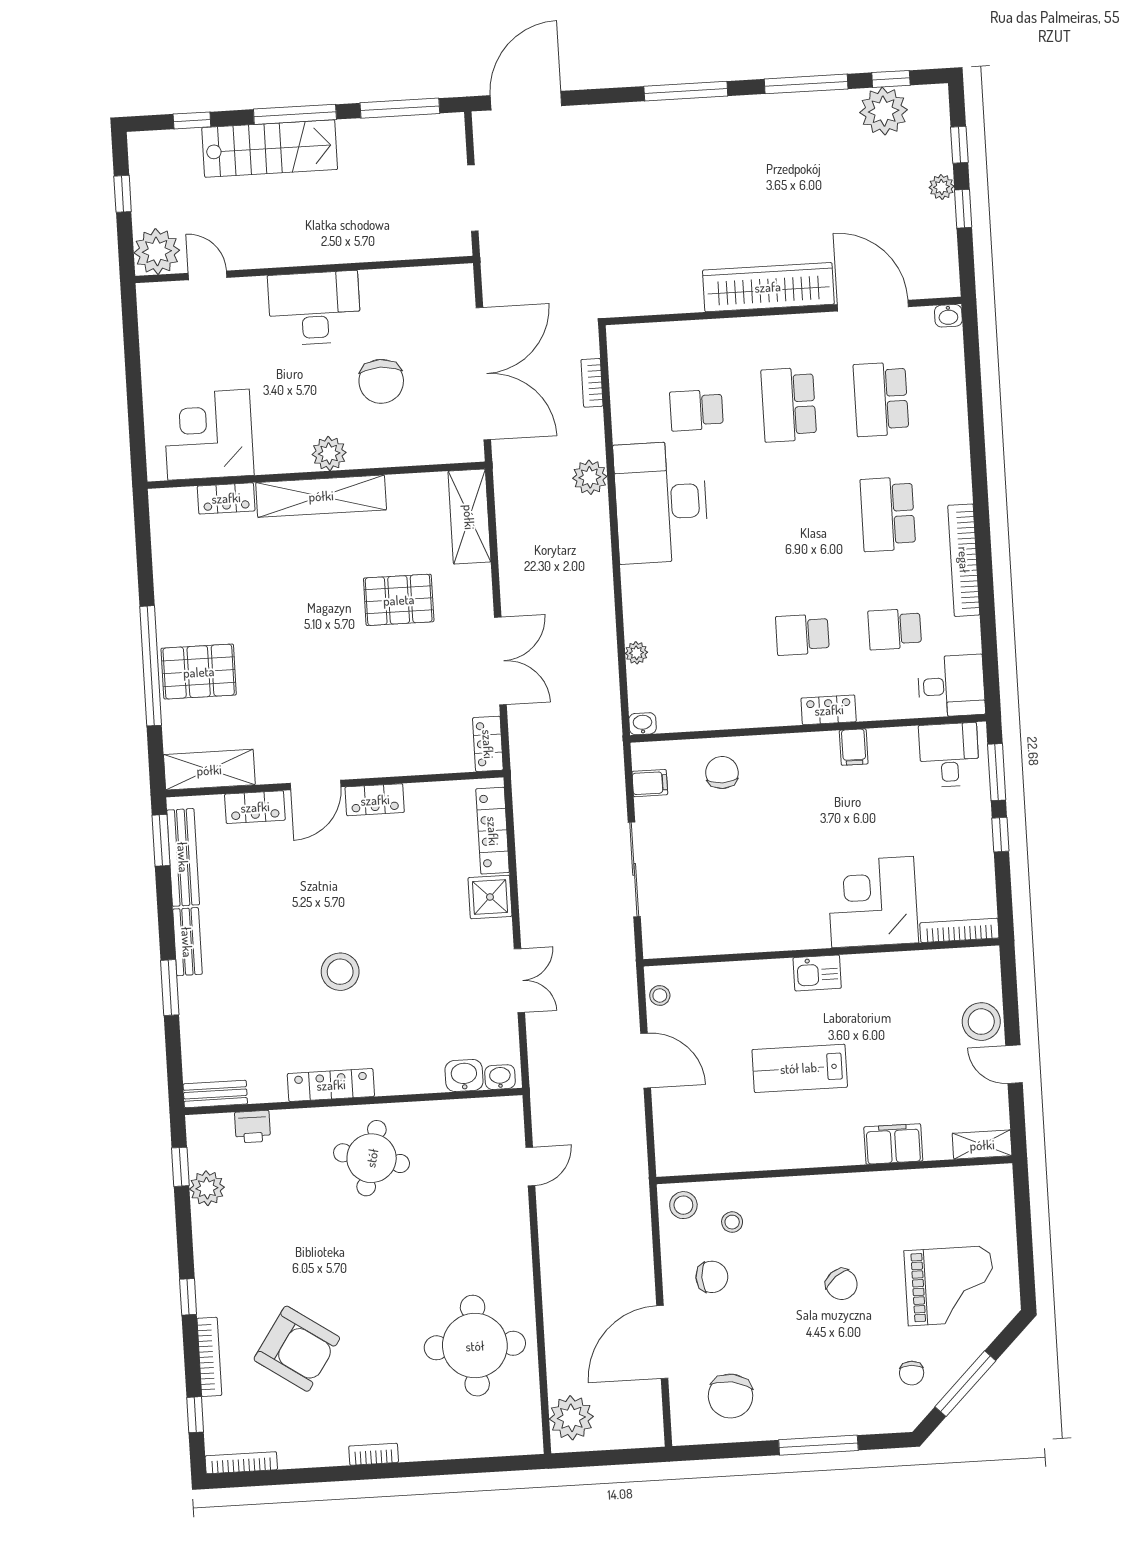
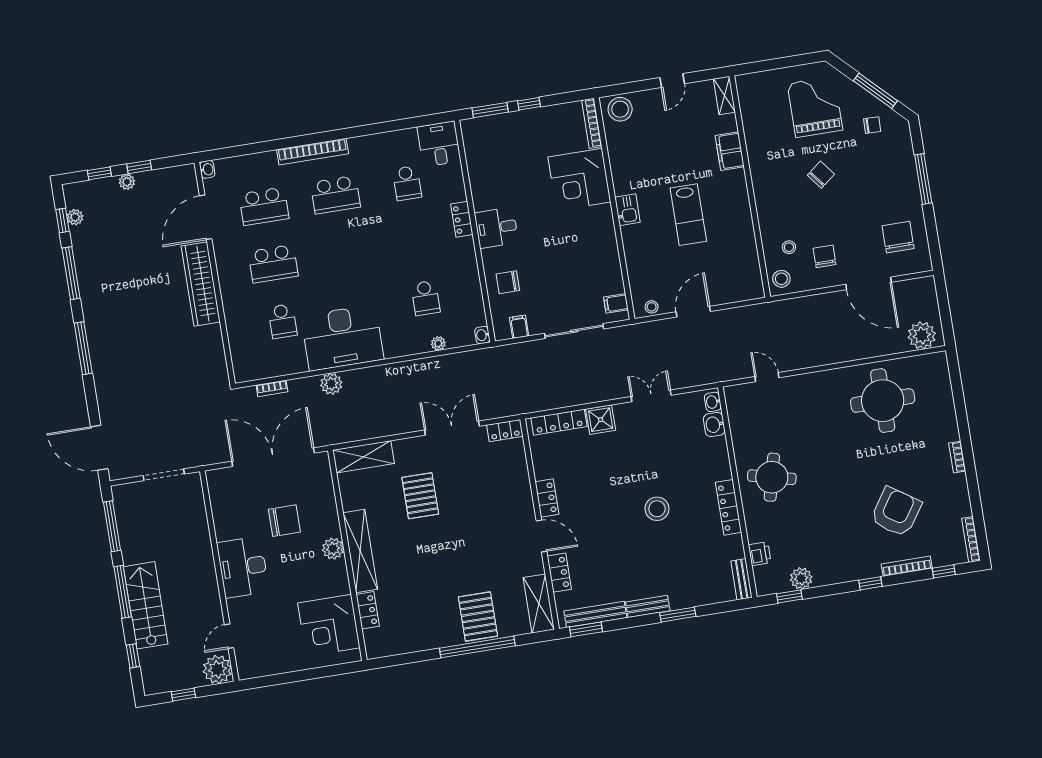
plant: (884, 111) -> (75, 217), width x0.53, depth x0.53
bookcase: (964, 560) -> (313, 152), moved
school desk: (802, 635) -> (426, 298), moved
filing cabinet: (854, 747) -> (616, 303), moved, turned 180
desk: (949, 755) -> (496, 228), moved
stool: (981, 1022) -> (620, 109), moved
chair: (731, 1396) -> (898, 237), turned -100

